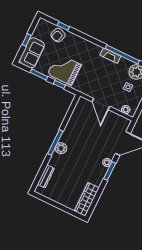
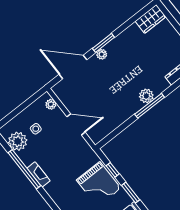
door: (101, 104) -> (76, 124), hinge flipped
wardrobe: (87, 199) -> (151, 19), width x0.67

